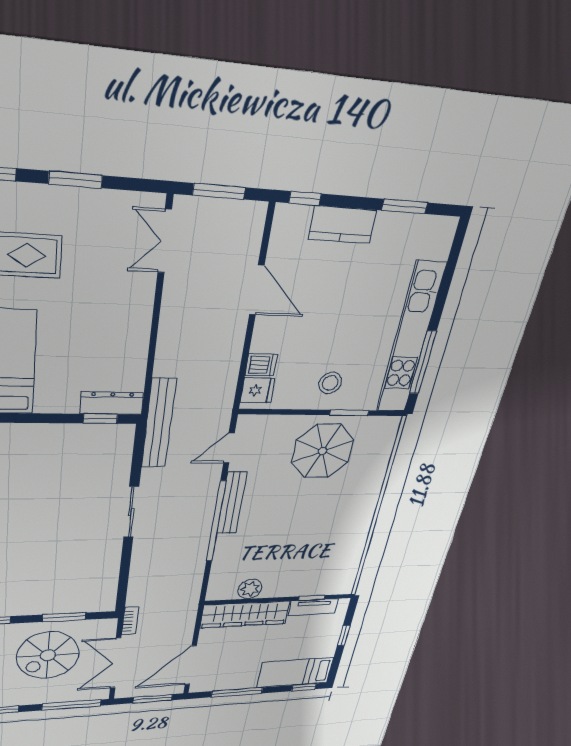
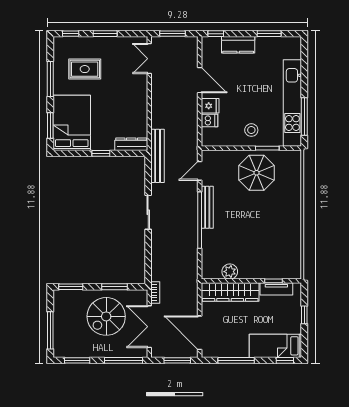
fridge: (258, 390) -> (210, 106), moved
window: (100, 419) -> (101, 153), moved
door: (191, 665) -> (200, 333), hinge flipped

